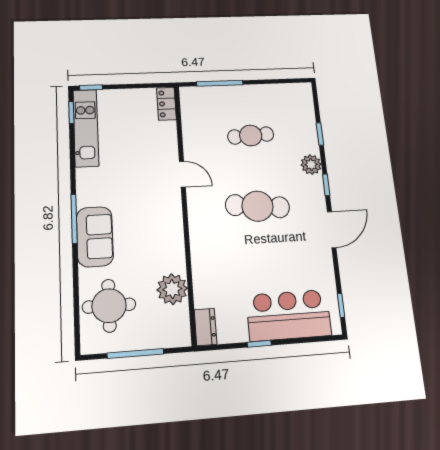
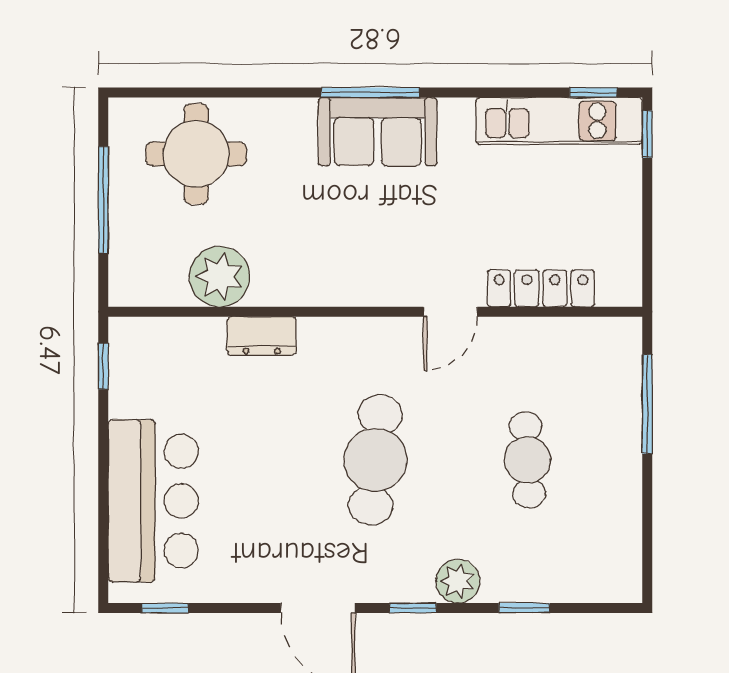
locker: (166, 104) -> (541, 288), moved, width x1.53
sofa: (95, 237) -> (378, 132), moved
dresser: (205, 327) -> (262, 336), moved
window: (259, 344) -> (103, 366), moved

